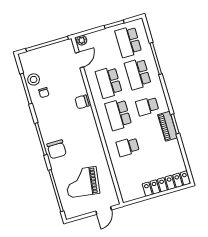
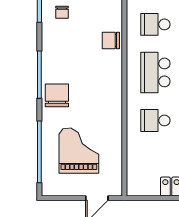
school desk: (109, 82) -> (155, 24), width x0.54
chair: (57, 149) -> (57, 95), turned 180
grand piano: (82, 182) -> (79, 151), turned 82

